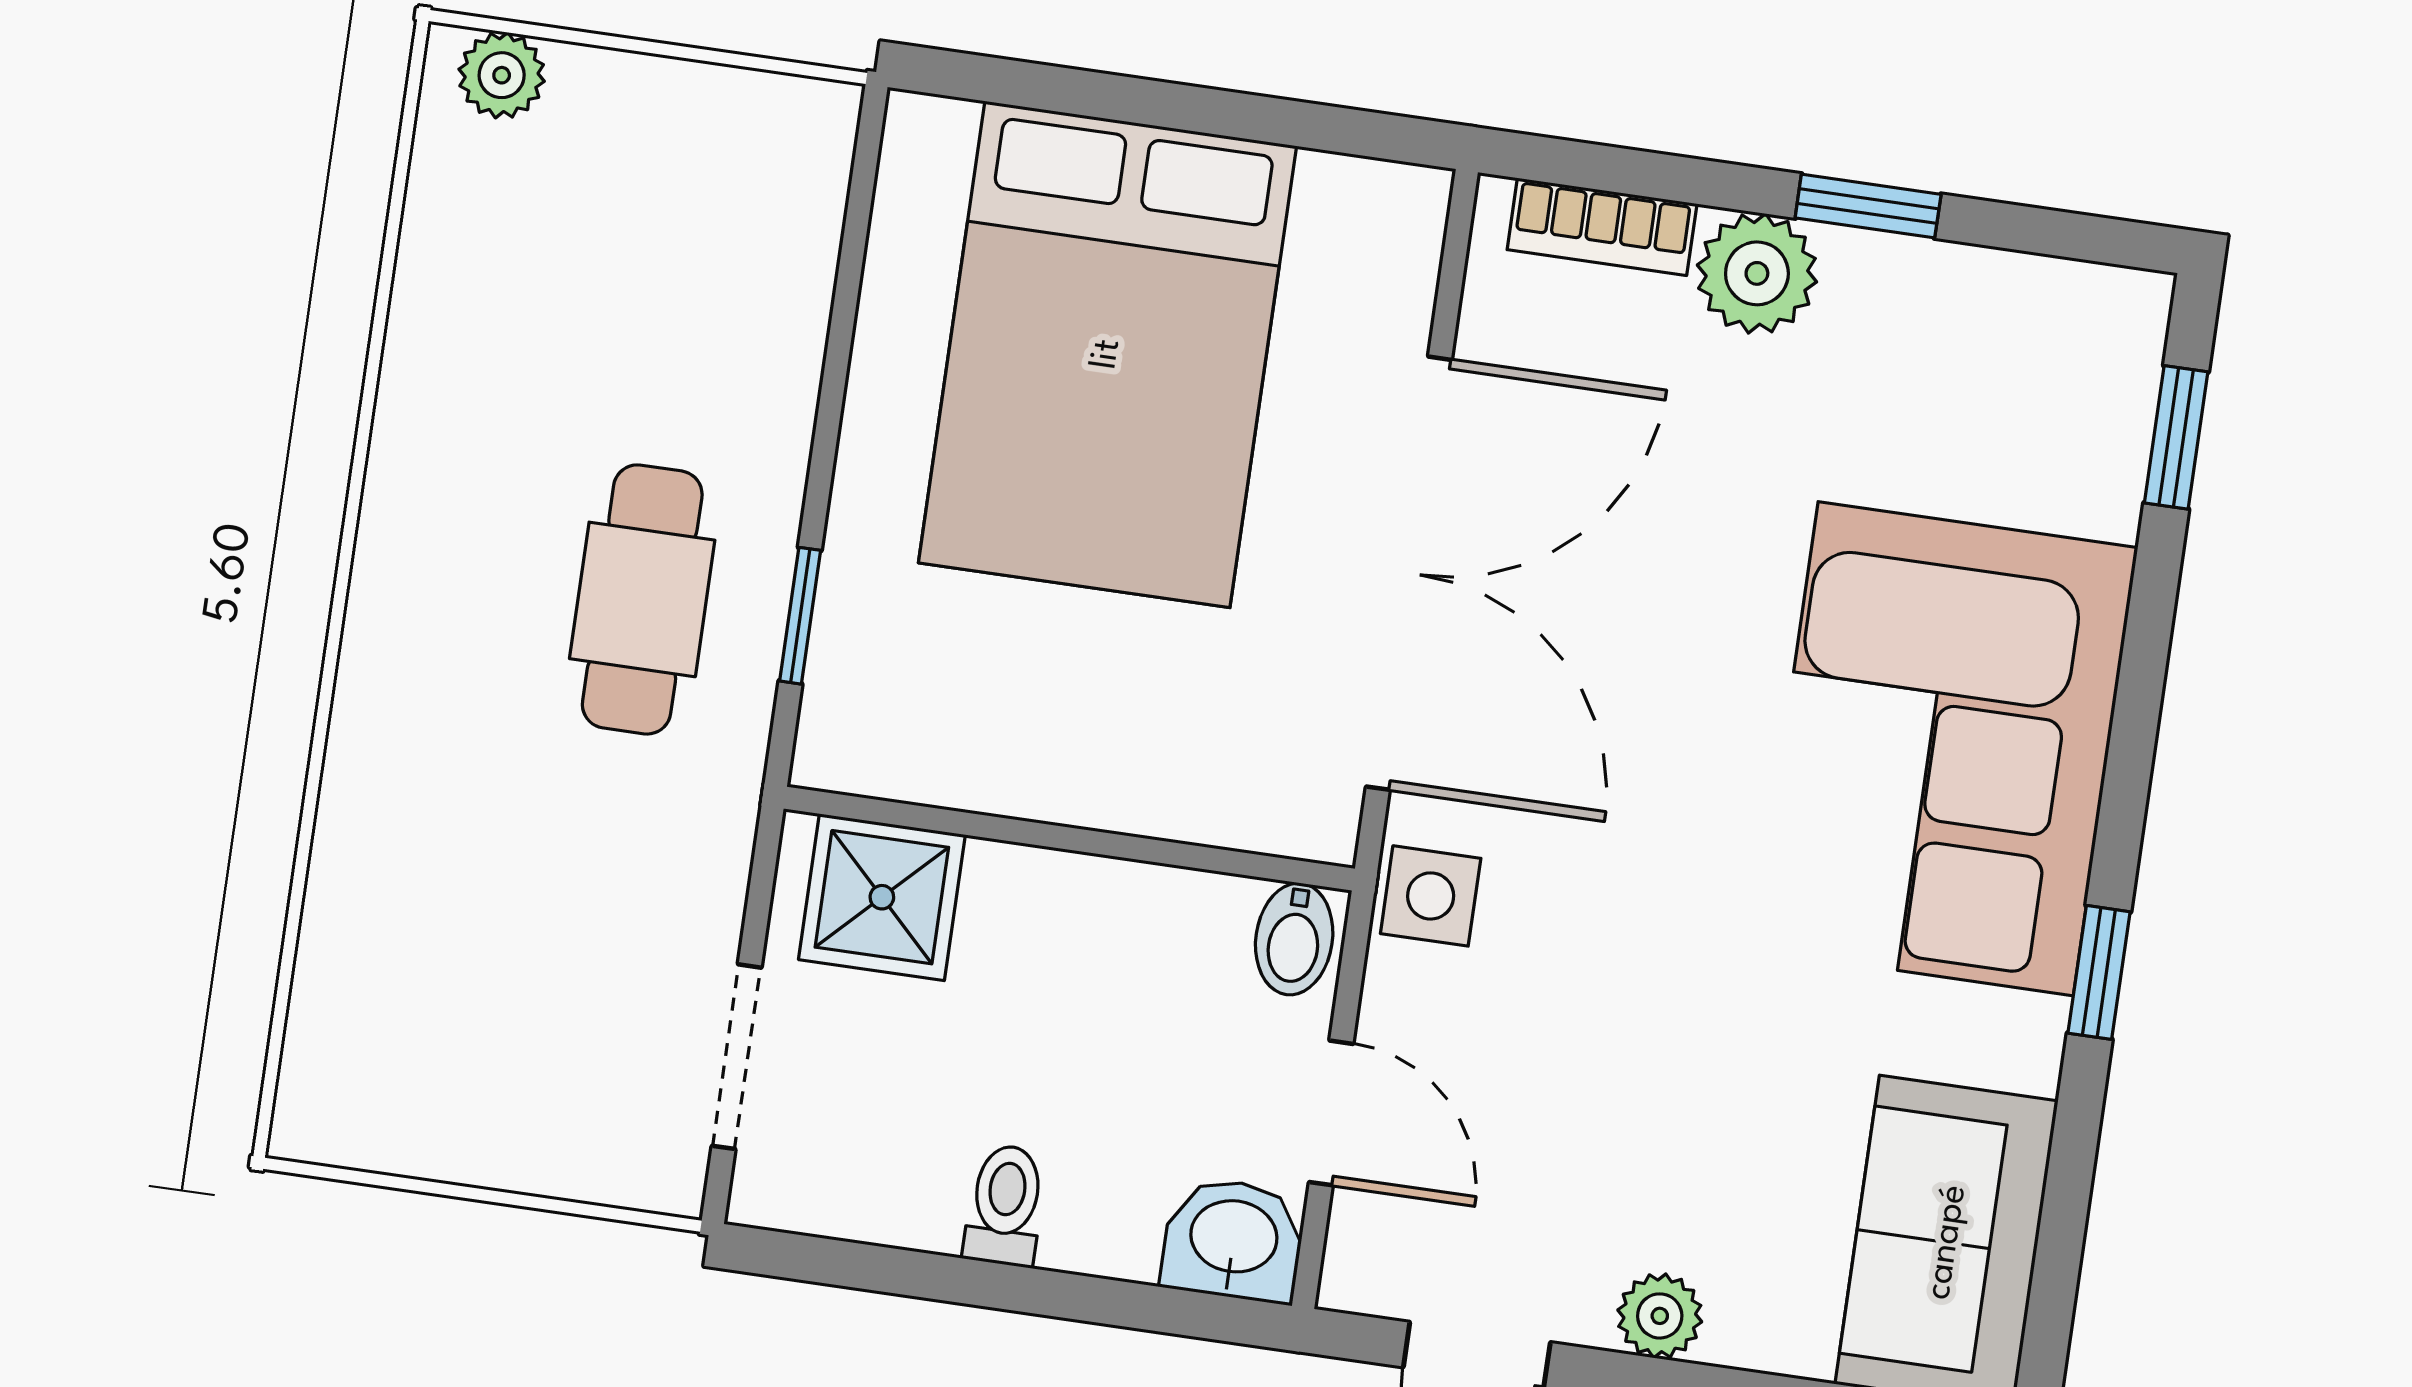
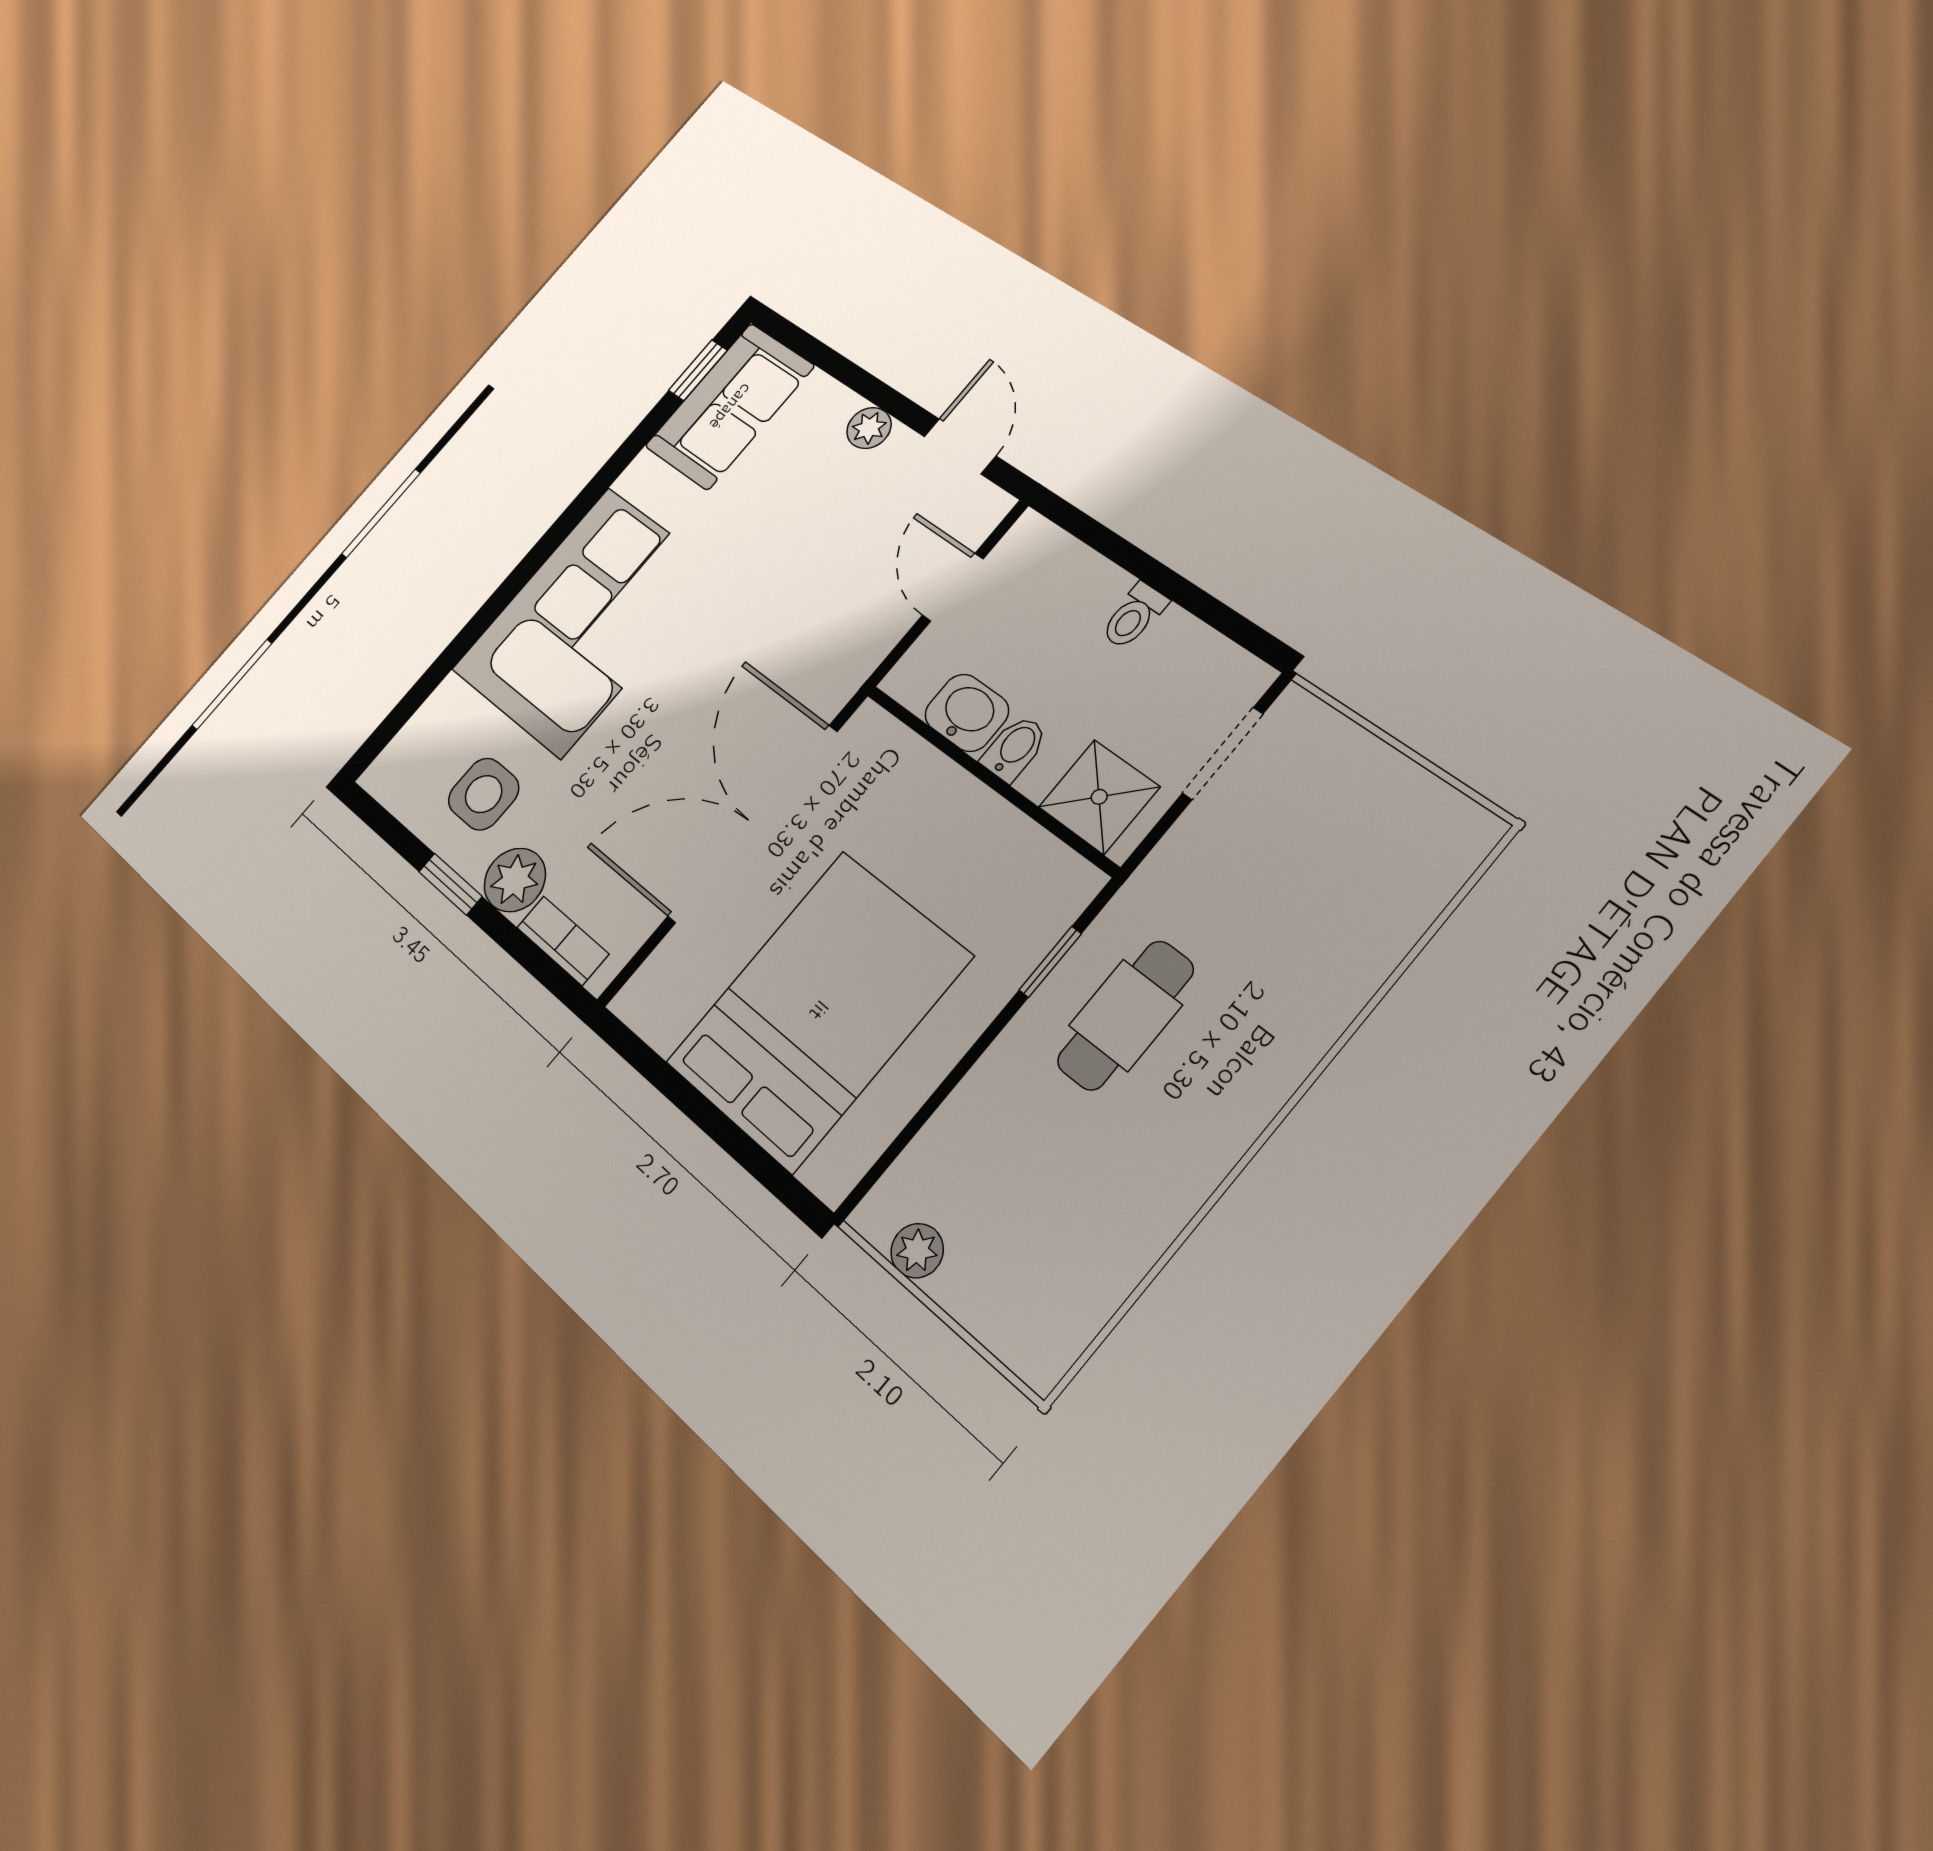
plant: (502, 75) -> (917, 1251), moved
window: (2176, 437) -> (405, 709), removed
side table: (1431, 896) -> (484, 794), moved, width x1.37, depth x1.37
bidet: (1294, 939) -> (1015, 748), moved
window: (2099, 972) -> (698, 370), moved
washbasin: (1233, 1240) -> (967, 713), moved, turned 180

